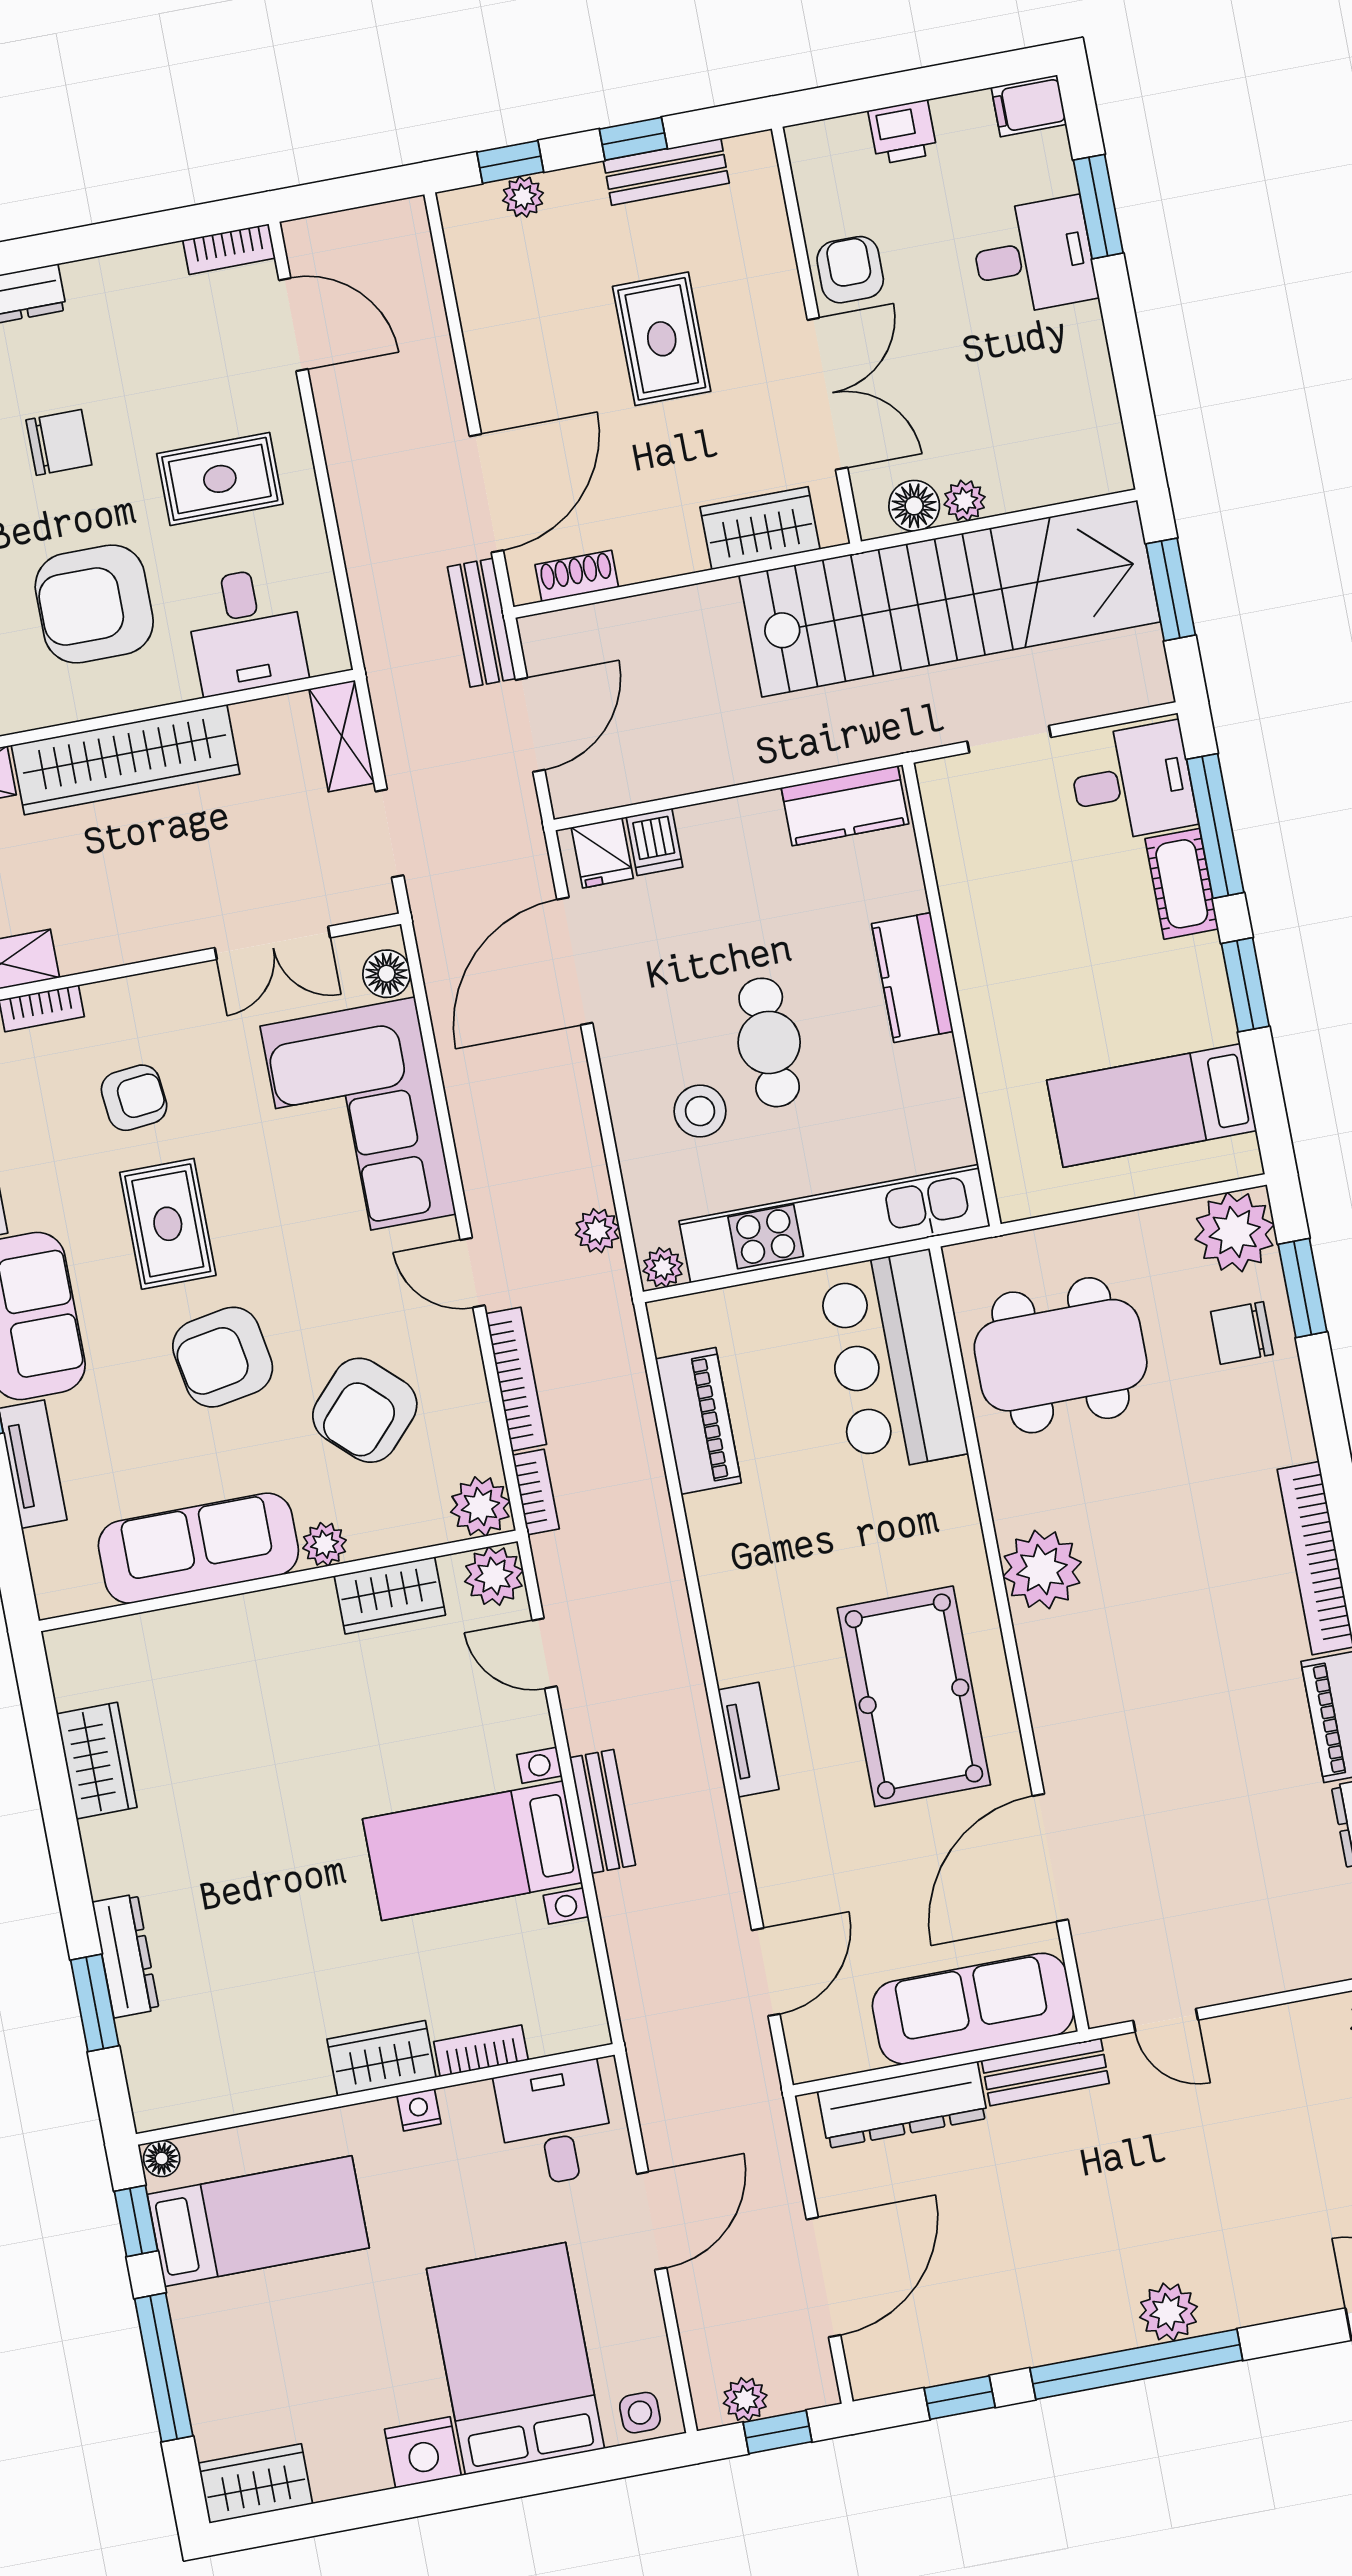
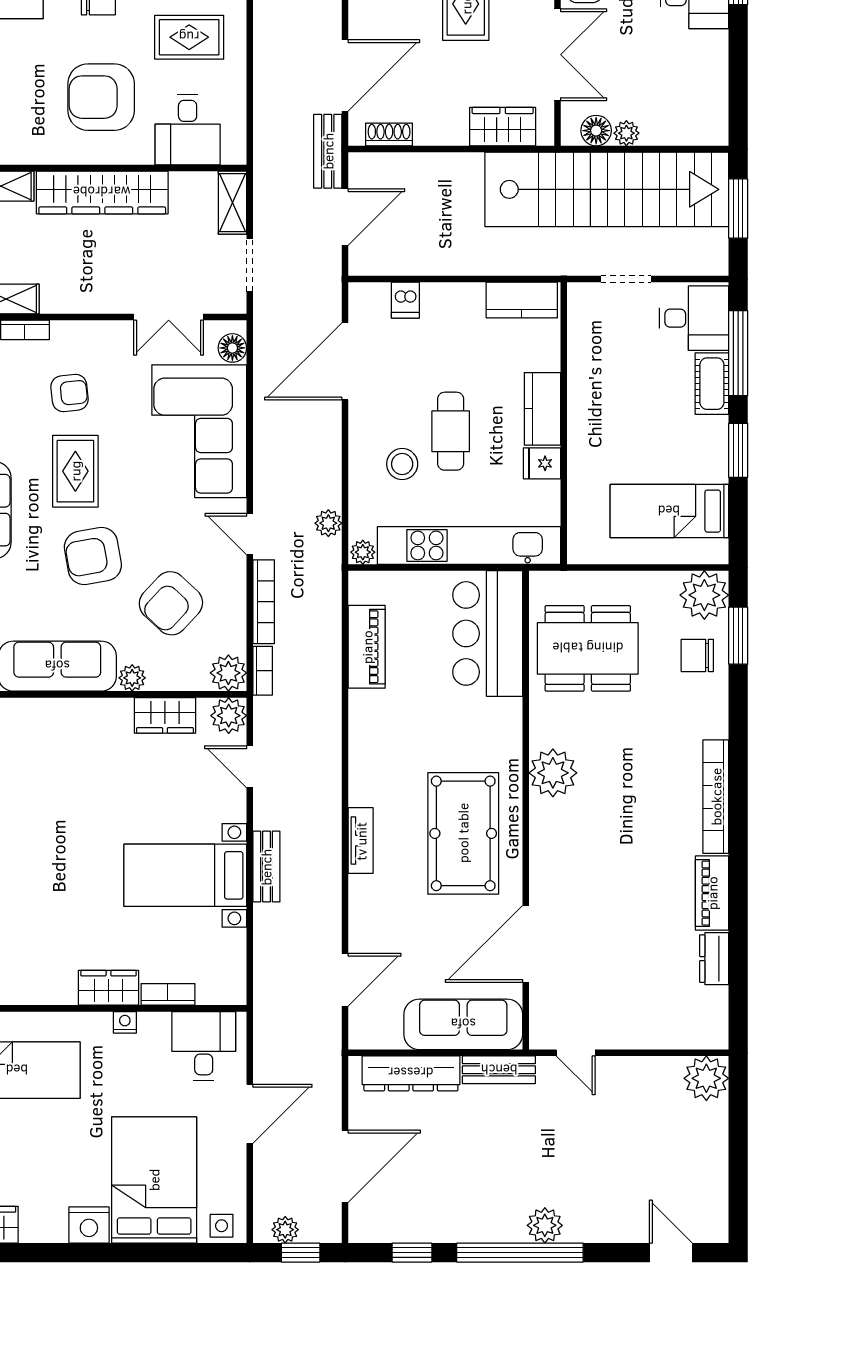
fridge: (602, 853) -> (542, 463), moved, turned 90

